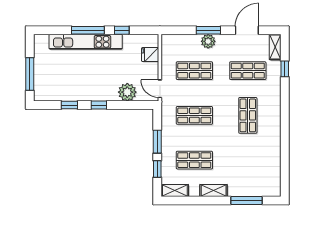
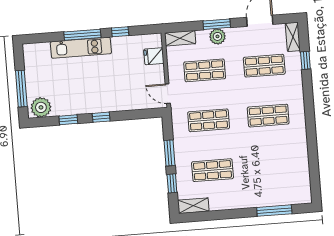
kitchen unit: (86, 42) -> (81, 48), width x0.73
plant: (127, 92) -> (41, 107), moved
shop shelf: (248, 115) -> (268, 116), turned 90
shelving: (214, 190) -> (180, 38), moved

